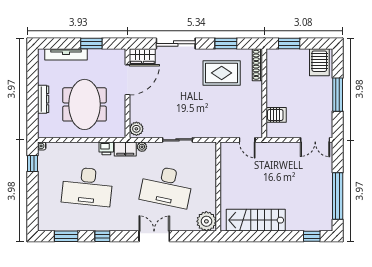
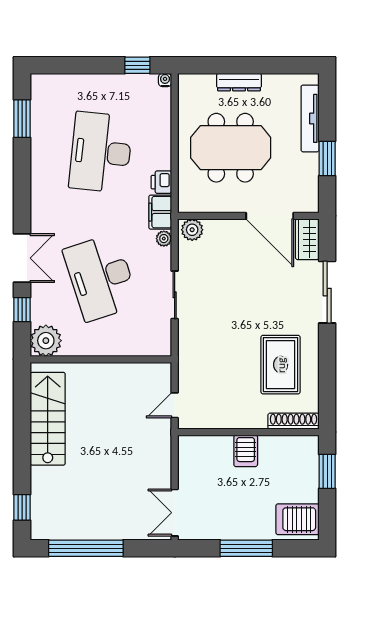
window: (226, 44) -> (327, 371), removed
server rack: (276, 115) -> (246, 451), moved
desk: (166, 187) -> (101, 277), turned -30
window: (102, 236) -> (22, 310), moved

